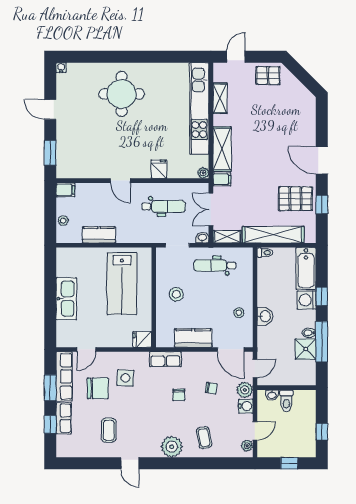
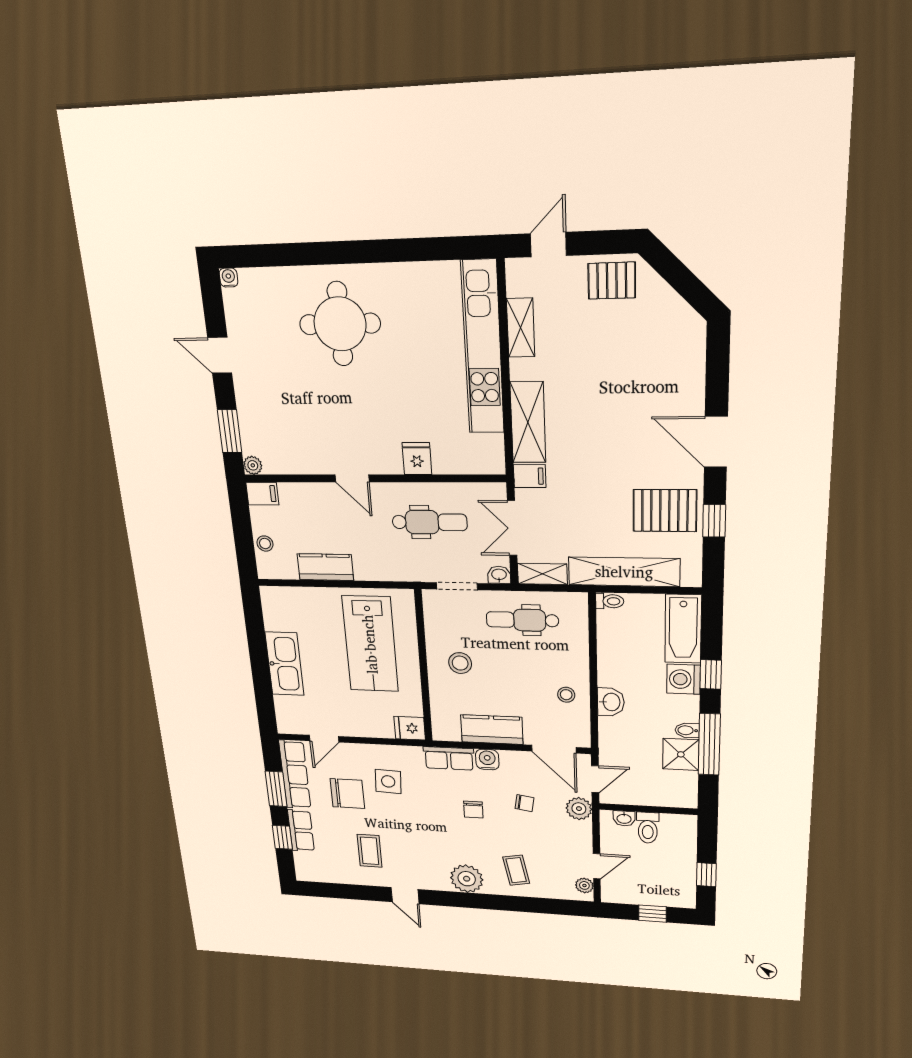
plant: (203, 173) -> (253, 465), moved
water cooler: (246, 406) -> (487, 759), moved, turned -90

